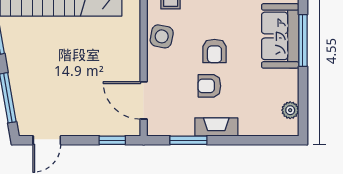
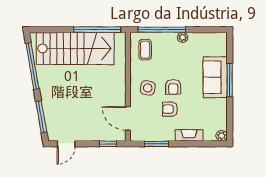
side table: (162, 36) -> (148, 88), moved
plant: (290, 110) -> (222, 136), moved
fireplace: (216, 127) -> (189, 135), moved

